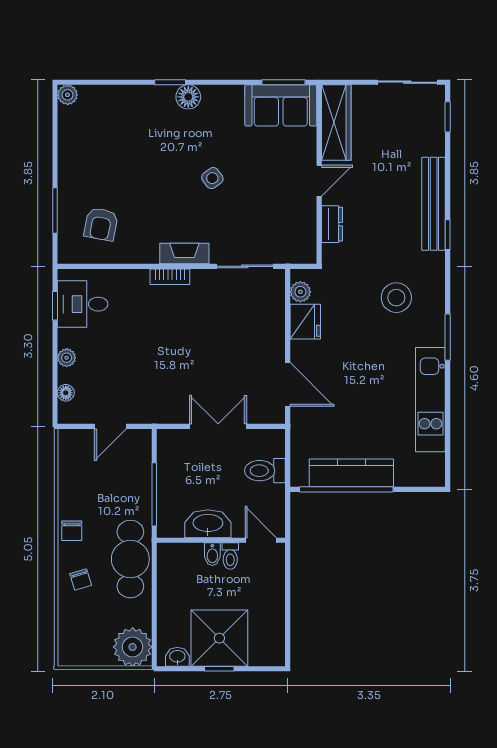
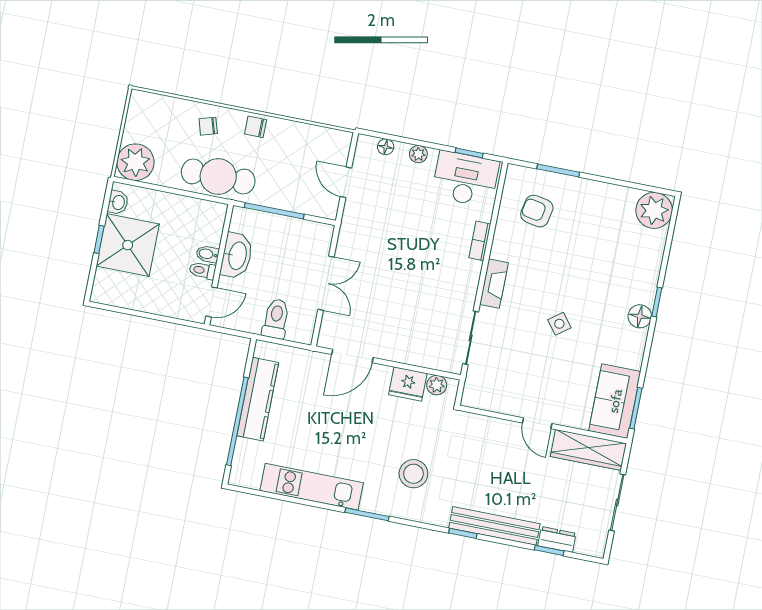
sliding door: (407, 82) -> (617, 502), moved
plant: (68, 95) -> (654, 210), width x1.88, depth x1.88
window: (448, 117) -> (549, 550), moved
dresser: (332, 224) -> (557, 539), moved, turned 180
bookcase: (170, 277) -> (480, 241), moved
desk: (83, 304) -> (465, 179), width x1.37
window: (346, 489) -> (237, 421), moved

